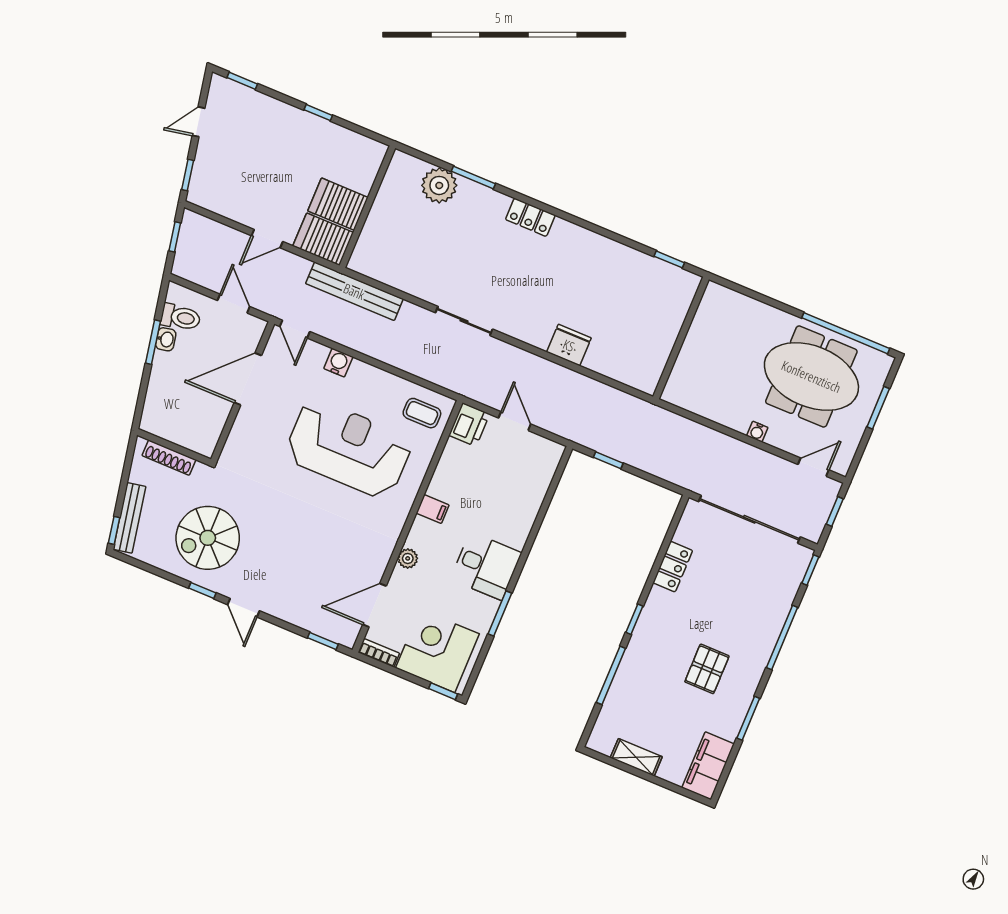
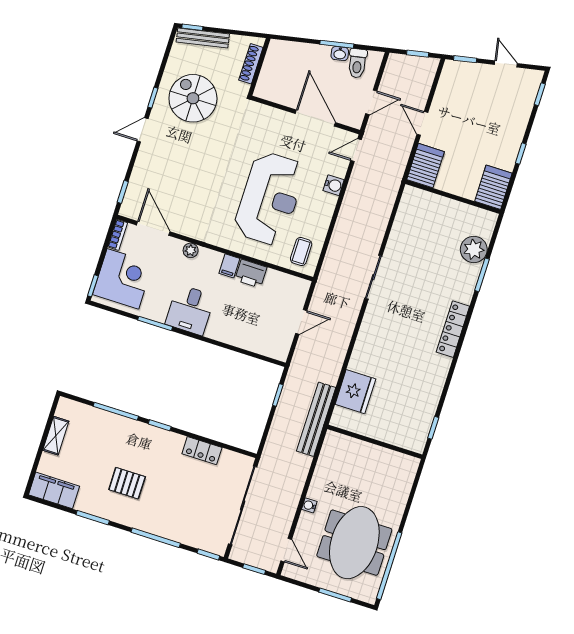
server rack: (338, 204) -> (493, 187), moved
locker: (530, 217) -> (453, 329), width x1.53
bench: (354, 291) -> (316, 419), moved
fridge: (569, 345) -> (355, 392), moved, width x1.36, depth x1.34
printer: (469, 425) -> (251, 274), moved

